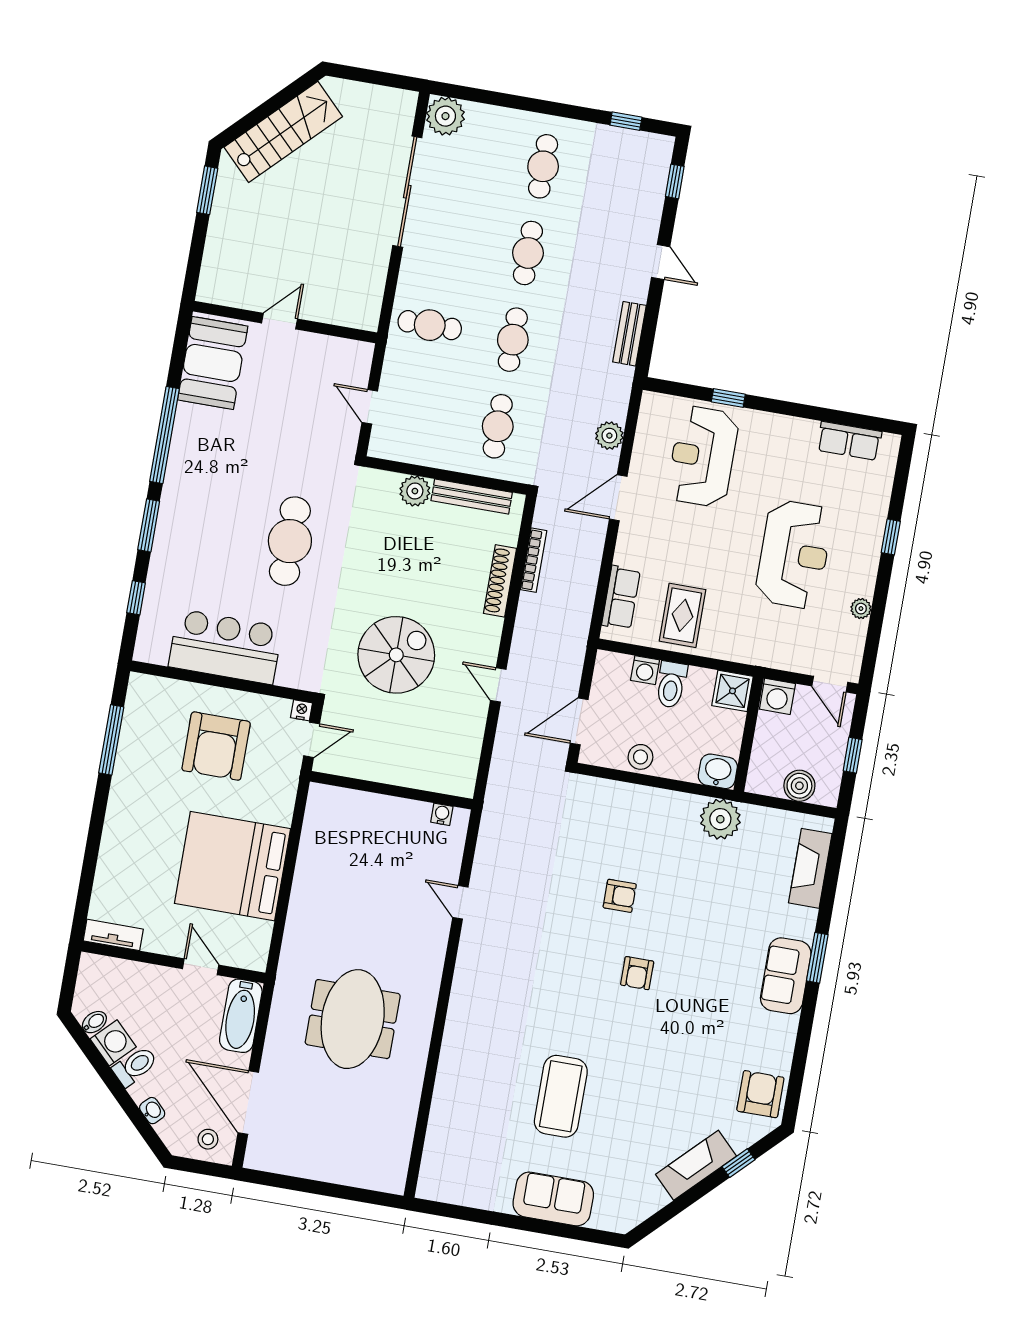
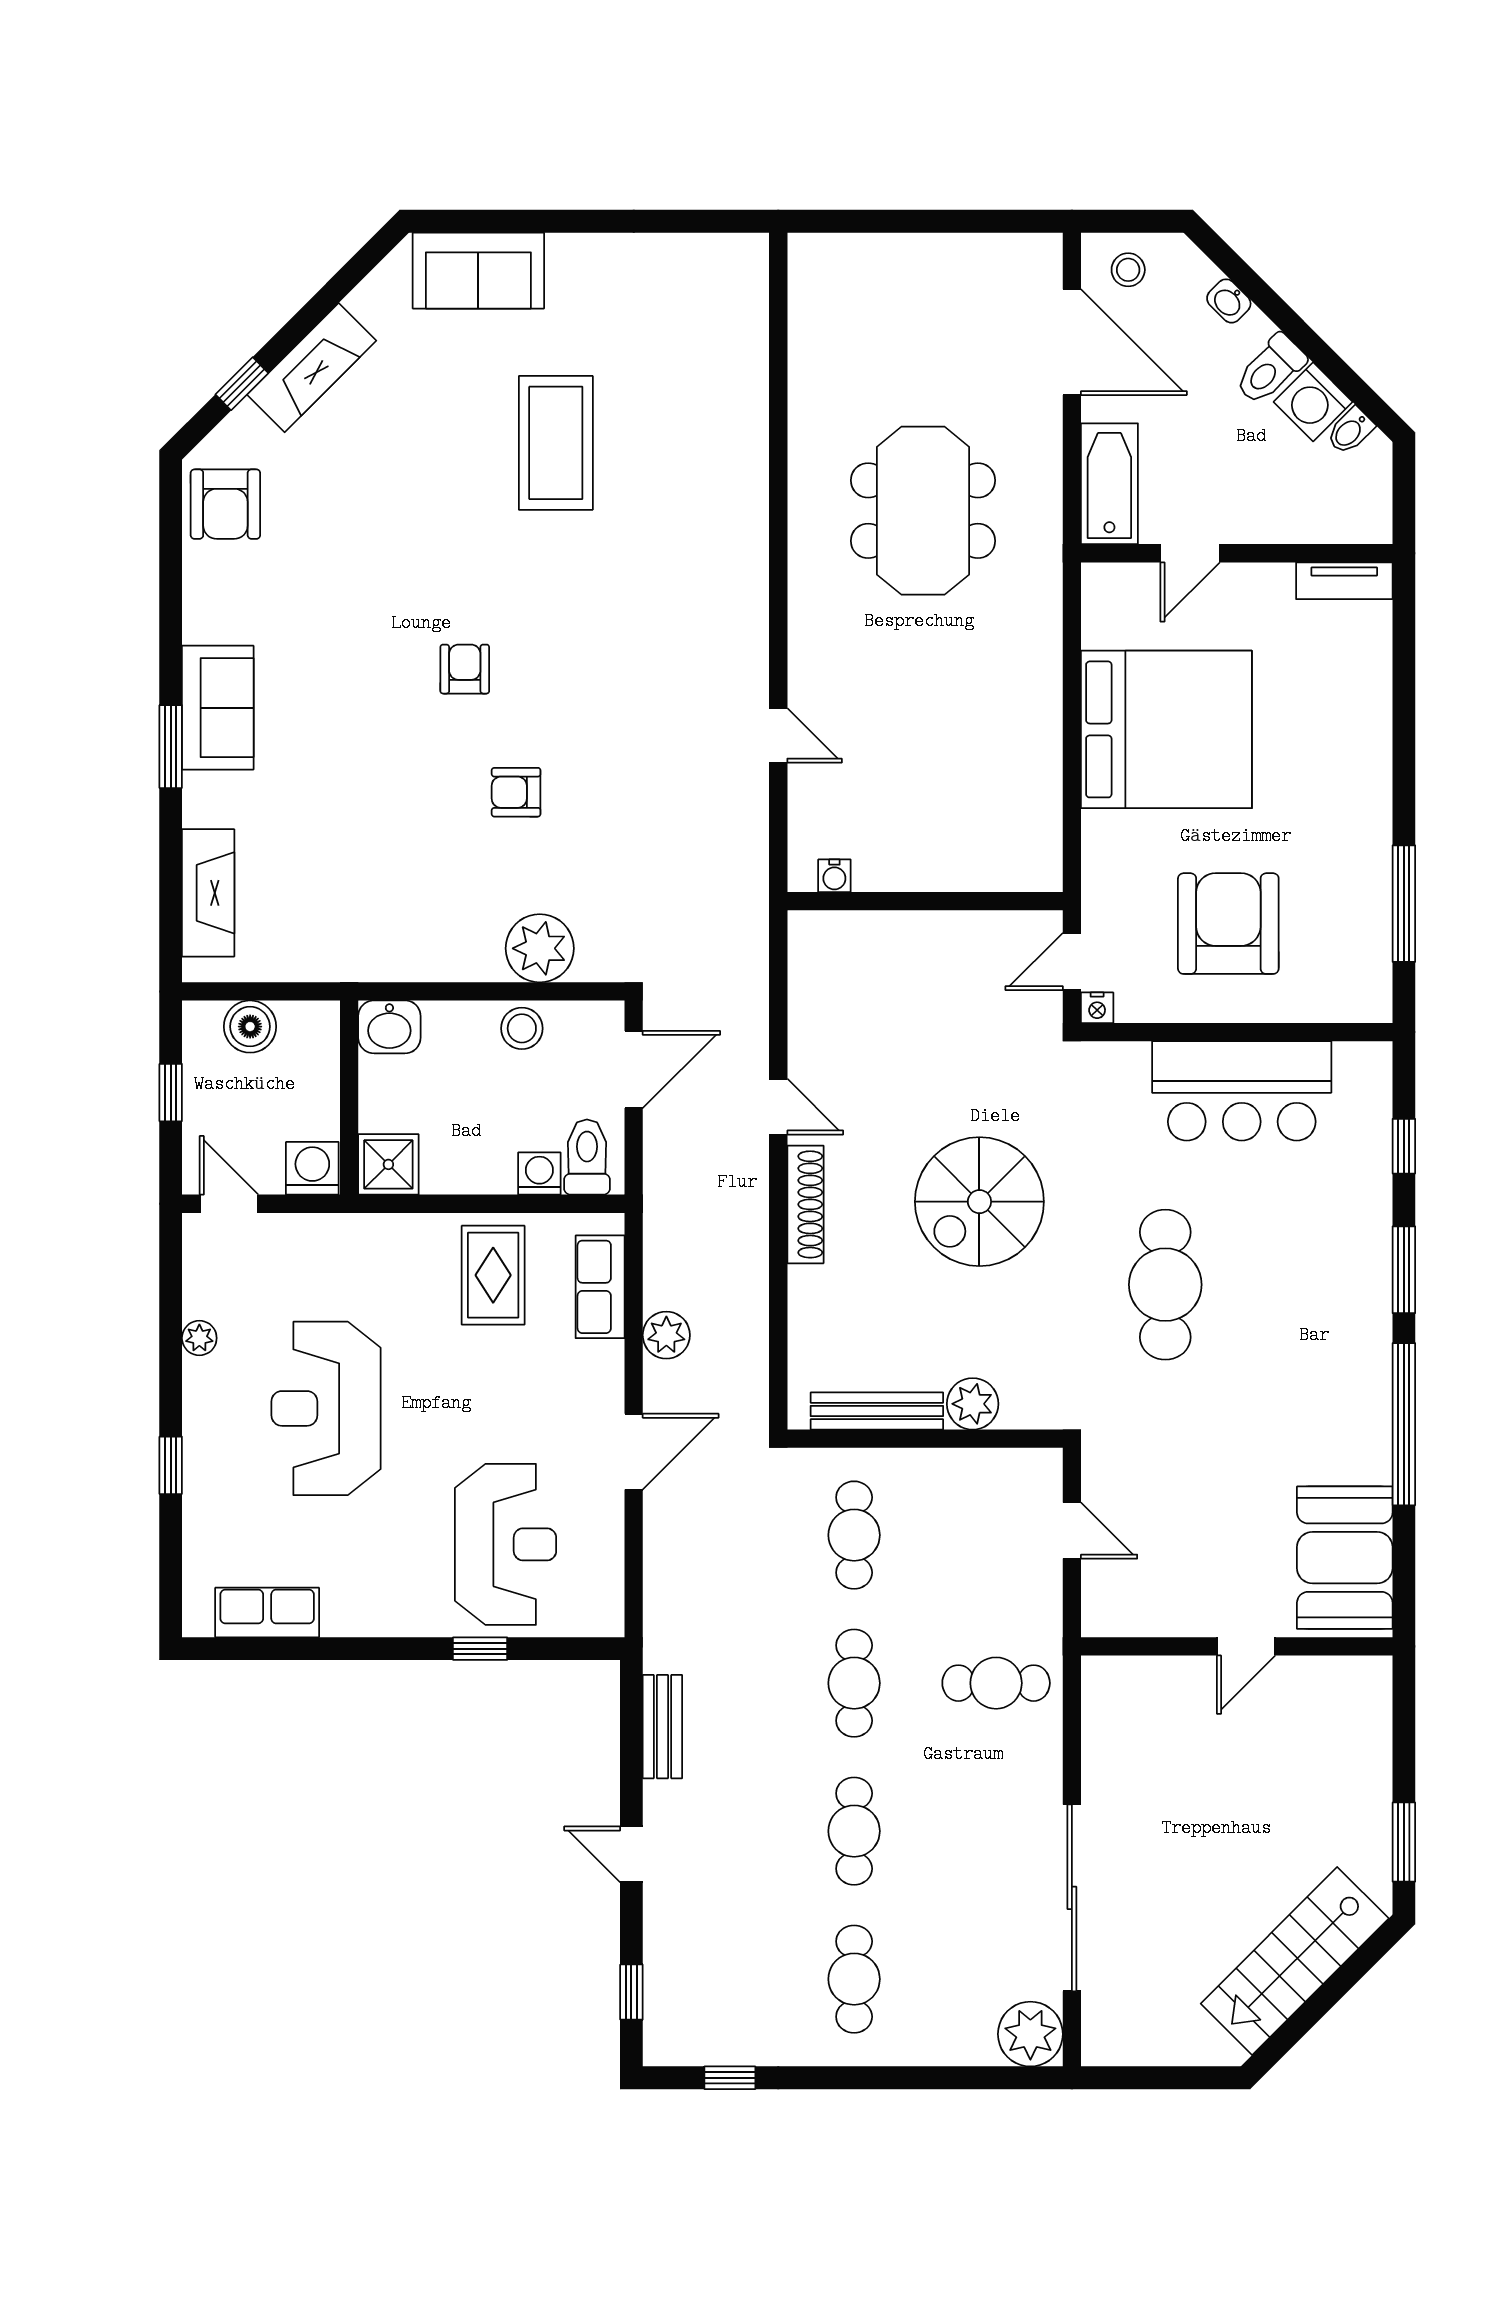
plant: (609, 436) -> (666, 1335), moved
bookcase: (534, 560) -> (756, 1323), removed
shoe rack: (500, 581) -> (805, 1204), moved
spiral stairs: (396, 655) -> (979, 1202), moved
toilet: (671, 685) -> (587, 1157), moved
plant: (720, 819) -> (540, 948), moved
door: (201, 967) -> (1190, 553), hinge flipped
sofa: (553, 1199) -> (478, 271), moved

